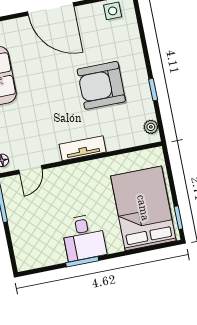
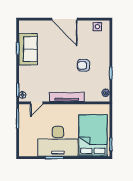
armchair: (101, 85) -> (83, 65), width x0.53, depth x0.53
tv unit: (83, 148) -> (67, 97), width x1.41
desk: (84, 237) -> (58, 141), width x1.87, depth x1.30

